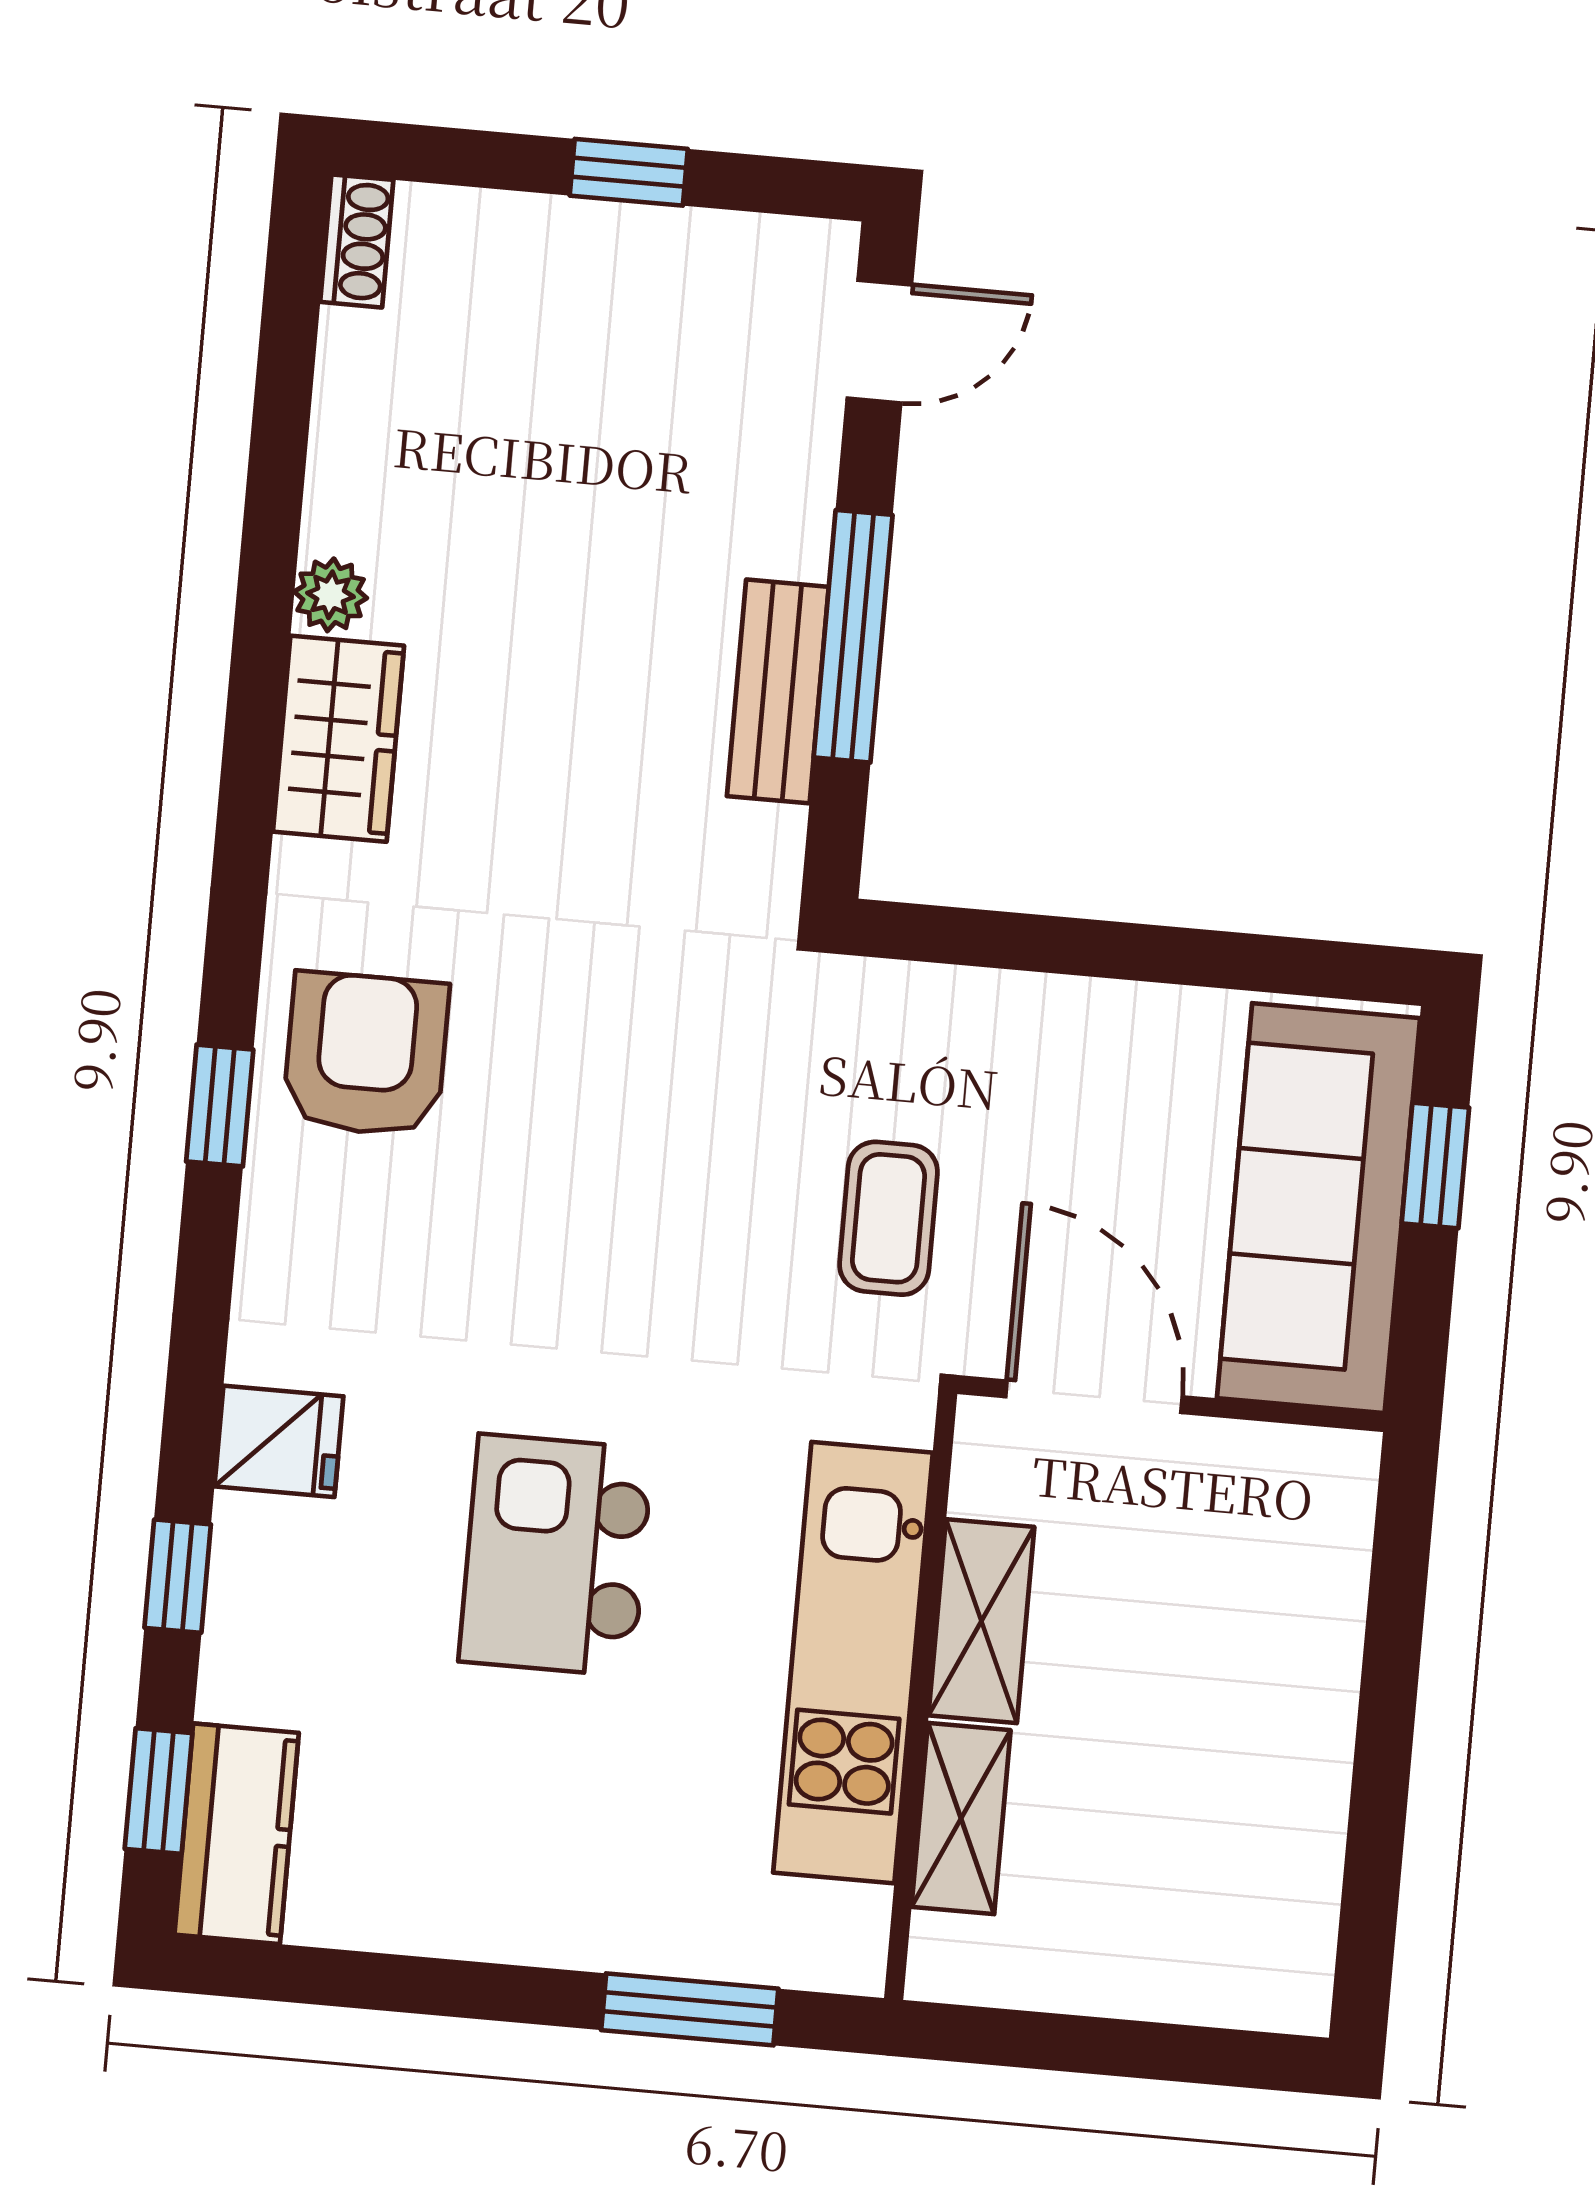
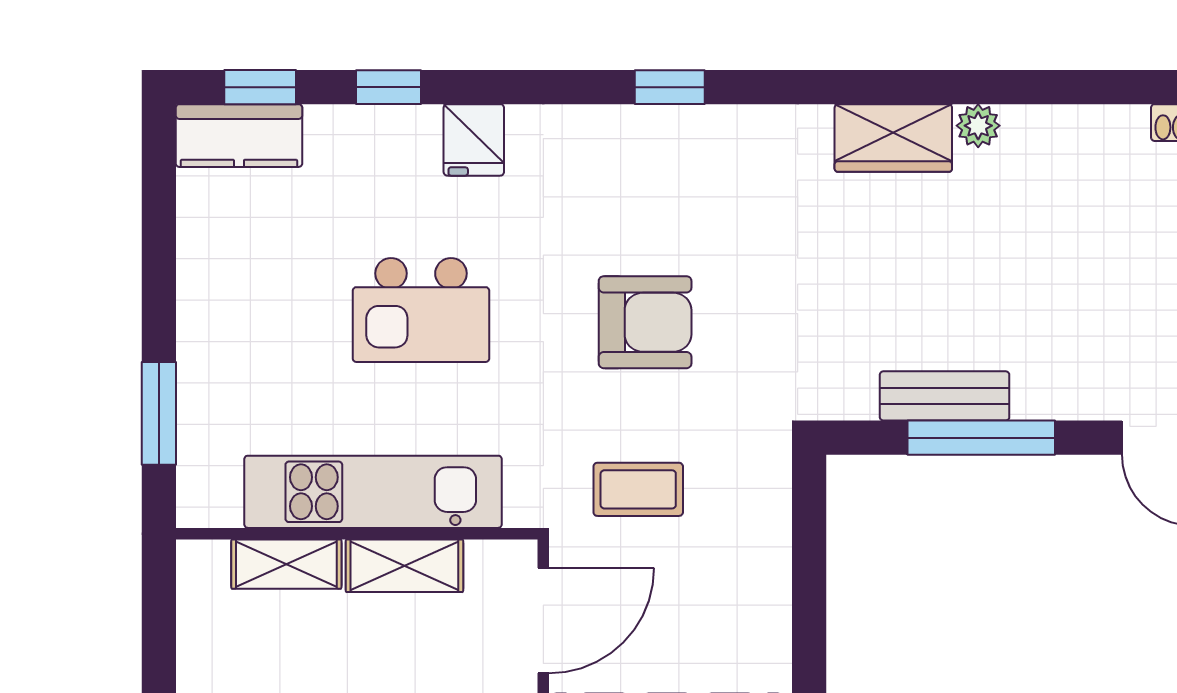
armchair: (366, 1054) -> (645, 322), moved
kitchen island: (556, 1555) -> (421, 310), turned 180

